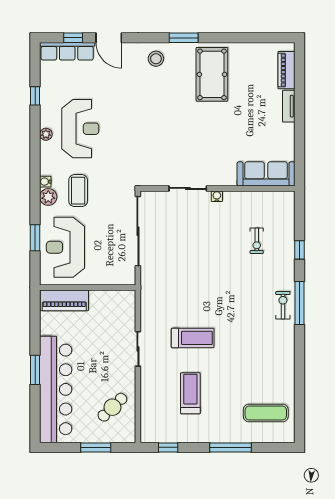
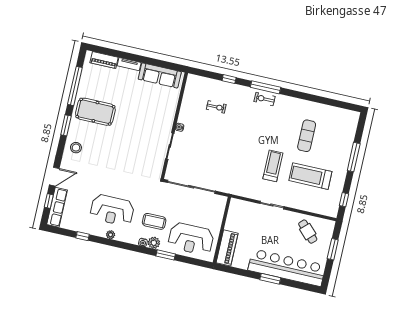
window: (241, 38) -> (75, 86), added
reception desk: (80, 129) -> (112, 210), turned 180
sofa: (266, 174) -> (160, 75), moved, turned -90
window: (35, 238) -> (166, 255), moved
treadmill: (190, 393) -> (310, 176), width x1.37, depth x1.38
exercise mat: (266, 413) -> (307, 136), moved

